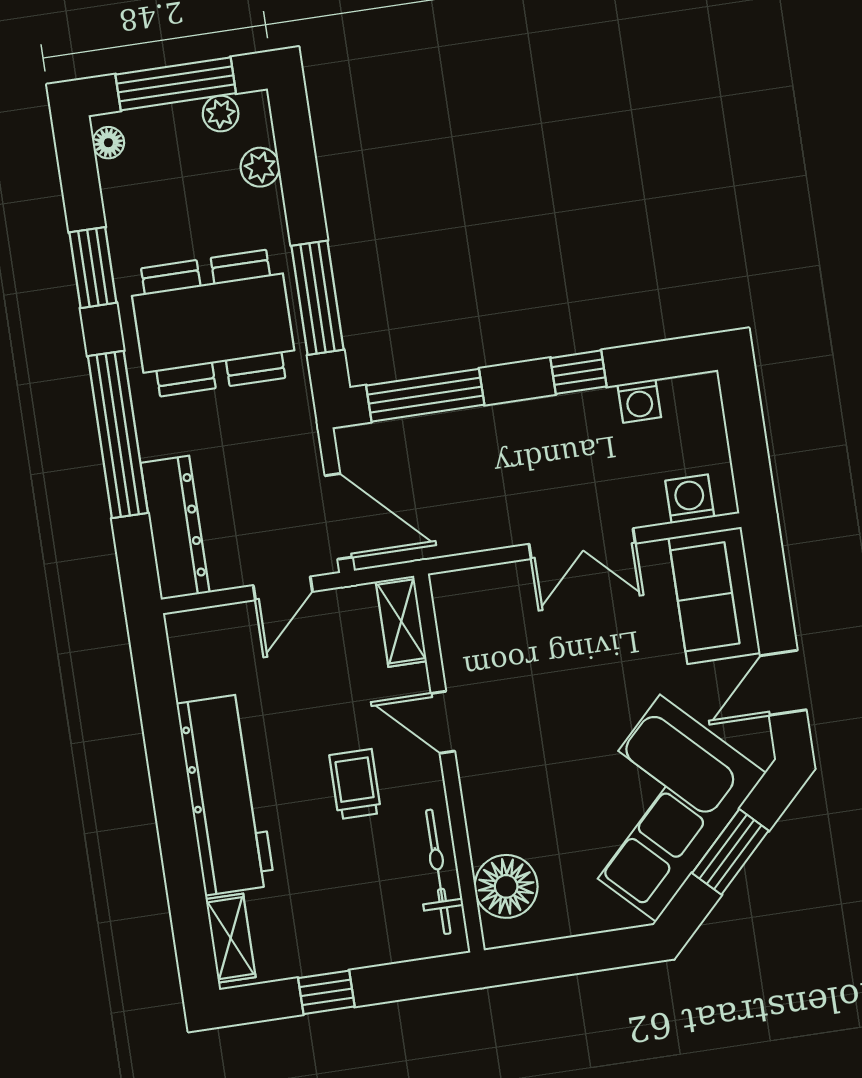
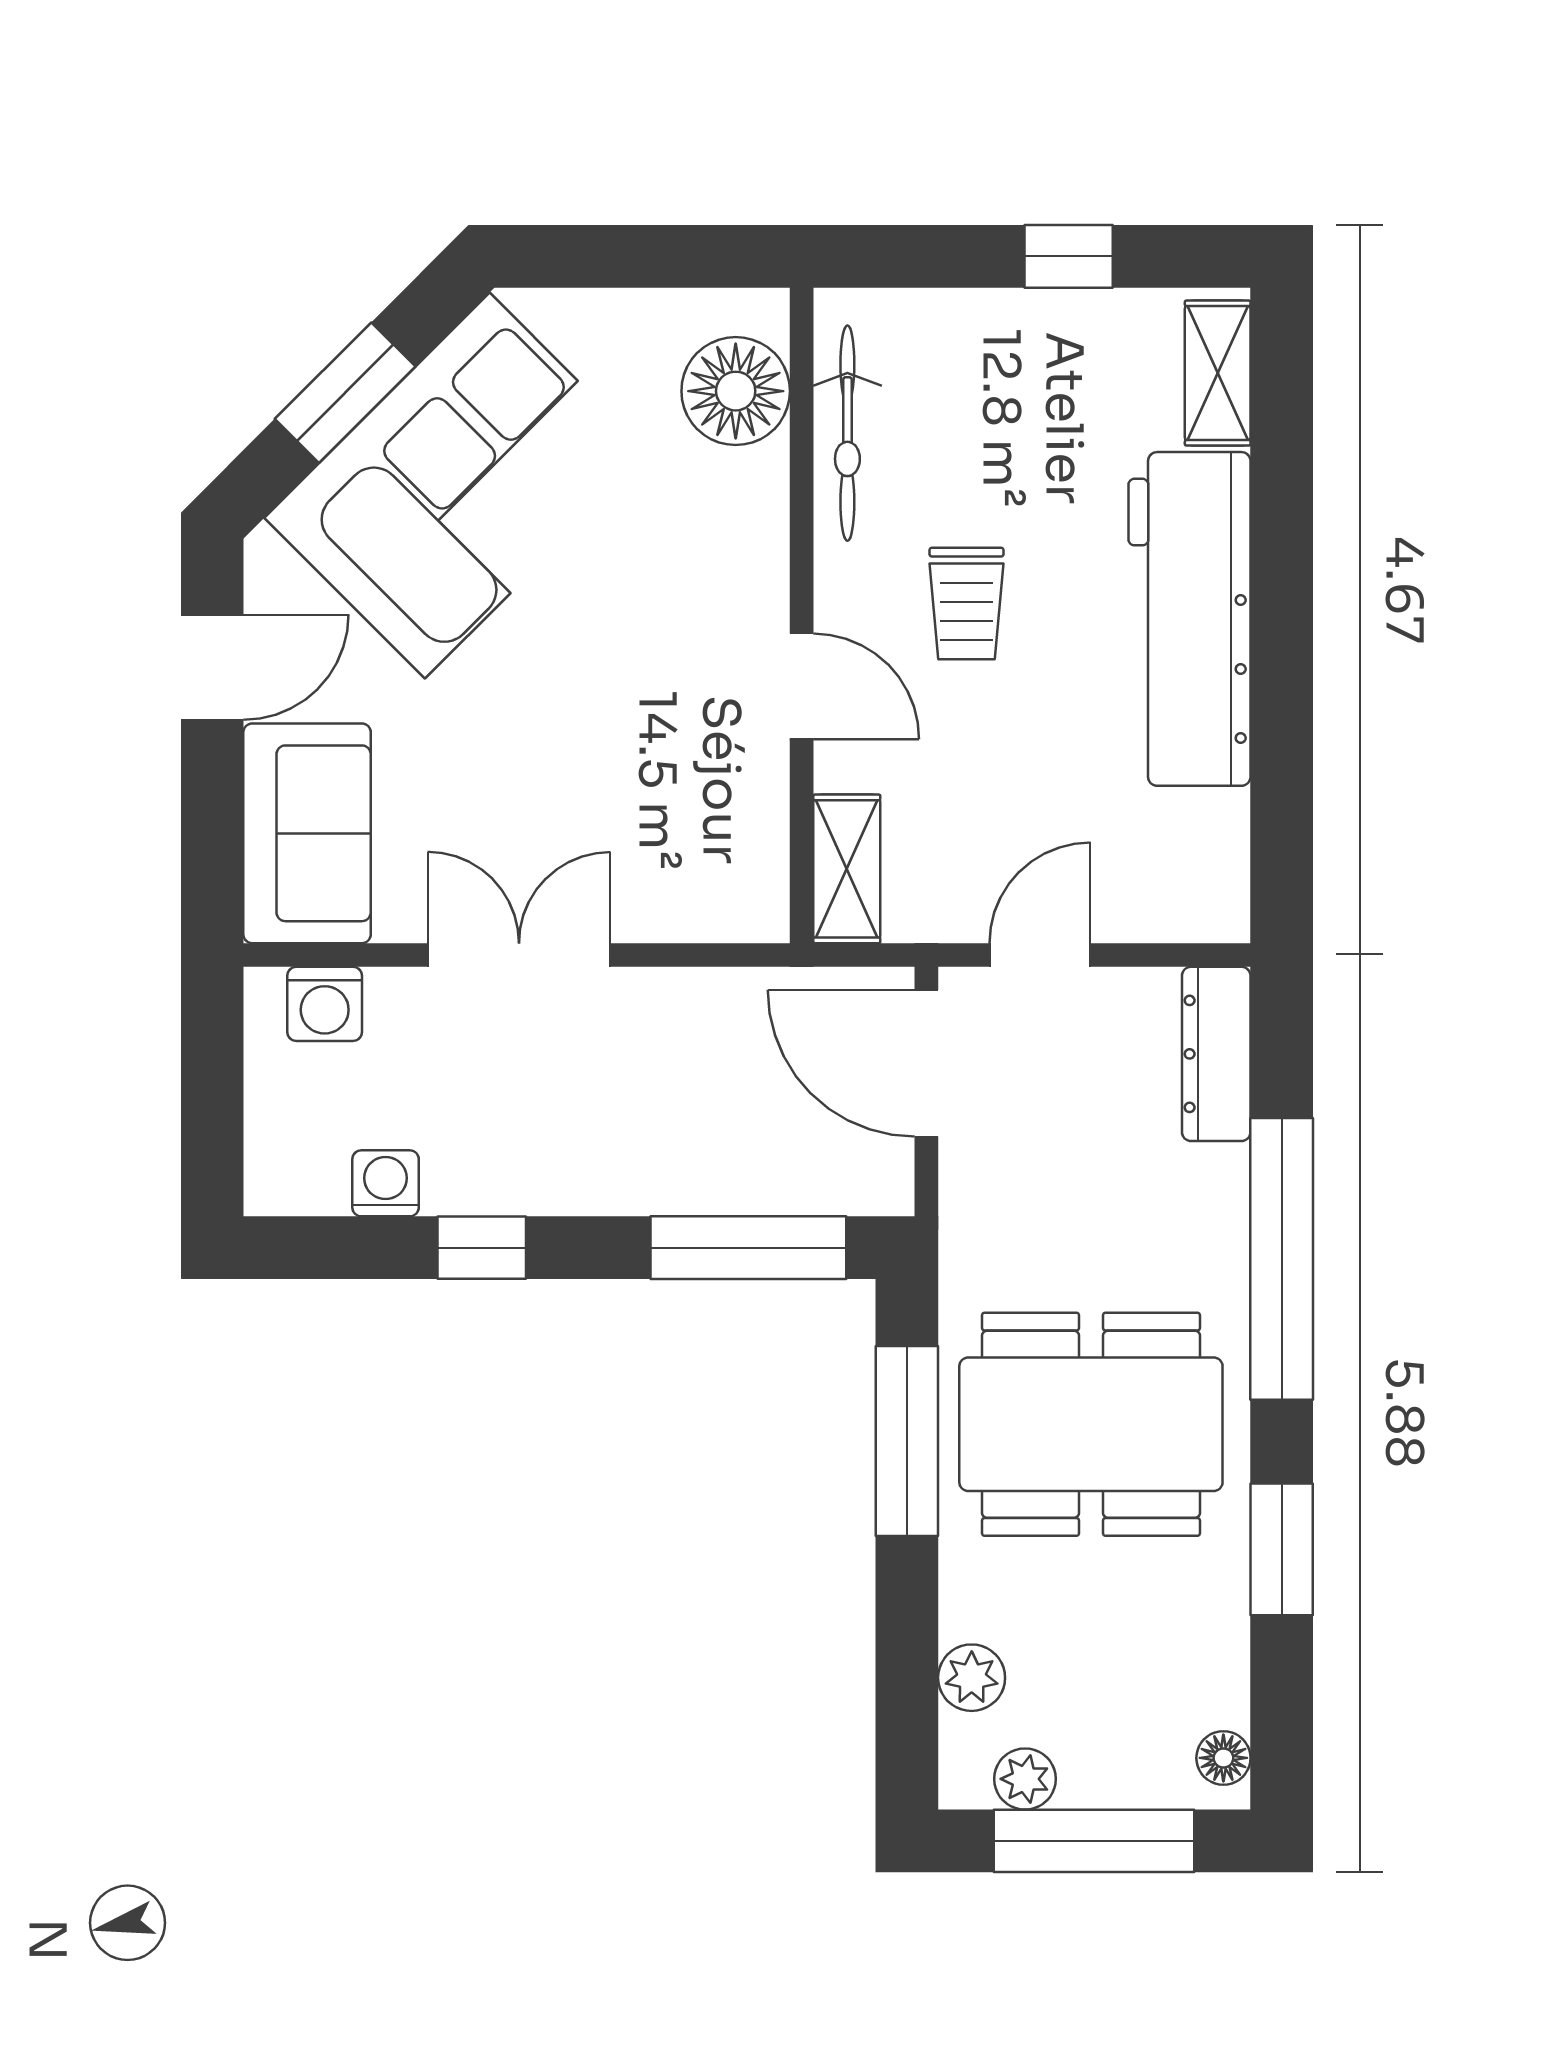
dresser: (175, 528) -> (1216, 1054), width x0.73, depth x0.80

